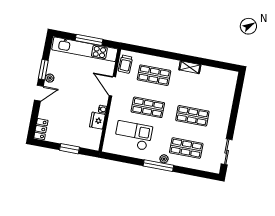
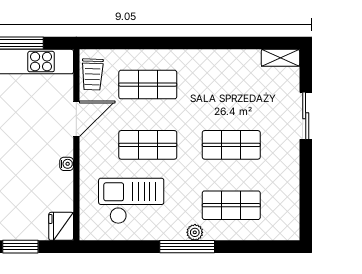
shelving: (190, 67) -> (280, 58), moved
door: (112, 86) -> (76, 119), swing flipped
fridge: (97, 121) -> (61, 226), moved
sliding door: (227, 152) -> (306, 116), moved

